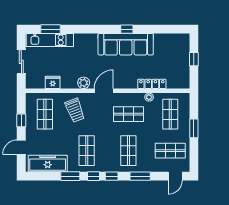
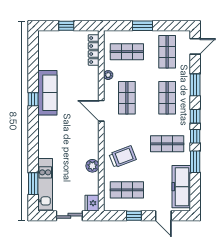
sofa: (126, 44) -> (47, 93), width x0.74, depth x0.79
fridge: (53, 82) -> (92, 203), moved
plant: (84, 83) -> (92, 166), moved
locker: (152, 84) -> (94, 50), moved
door: (104, 91) -> (101, 111), moved
shop shelf: (128, 151) -> (167, 98), turned 90
door: (175, 176) -> (195, 46), hinge flipped

